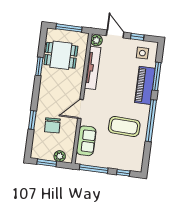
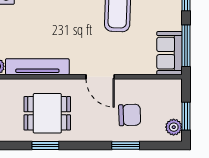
dining table: (61, 55) -> (47, 113), moved, turned 90
sofa: (86, 141) -> (169, 53), moved, turned -90
plant: (60, 156) -> (174, 127), moved

